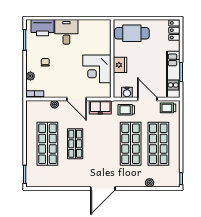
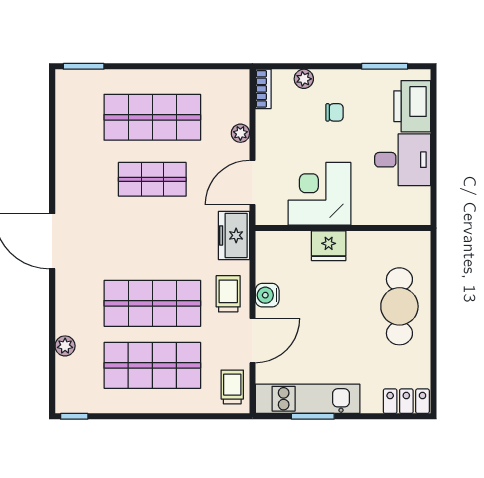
wall: (112, 59) -> (343, 228), moved
fridge: (120, 65) -> (329, 246), moved
corner desk: (97, 69) -> (320, 194), moved

